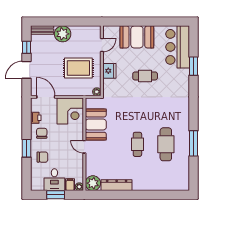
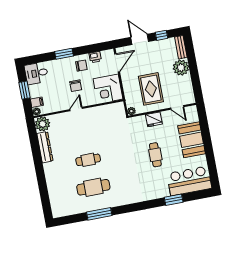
booth: (96, 125) -> (100, 116), removed
chair: (42, 157) -> (76, 86), moved
desk: (54, 180) -> (36, 73), moved

